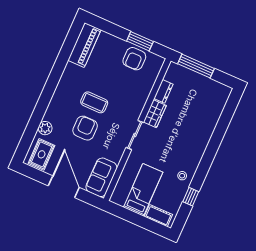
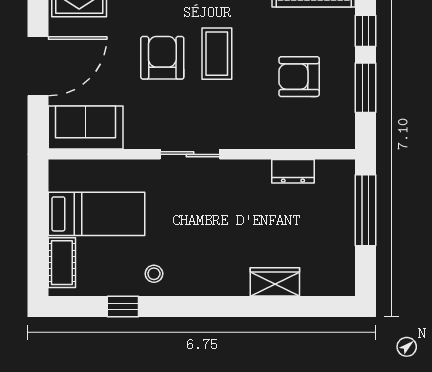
window: (114, 30) -> (366, 31), added
armchair: (134, 59) -> (299, 77), moved
wardrobe: (155, 114) -> (275, 282), moved, turned 180
armchair: (85, 128) -> (162, 58), turned -90

